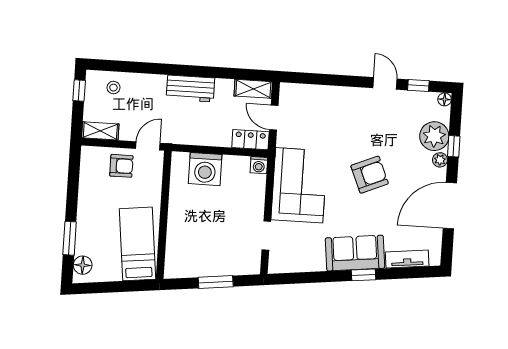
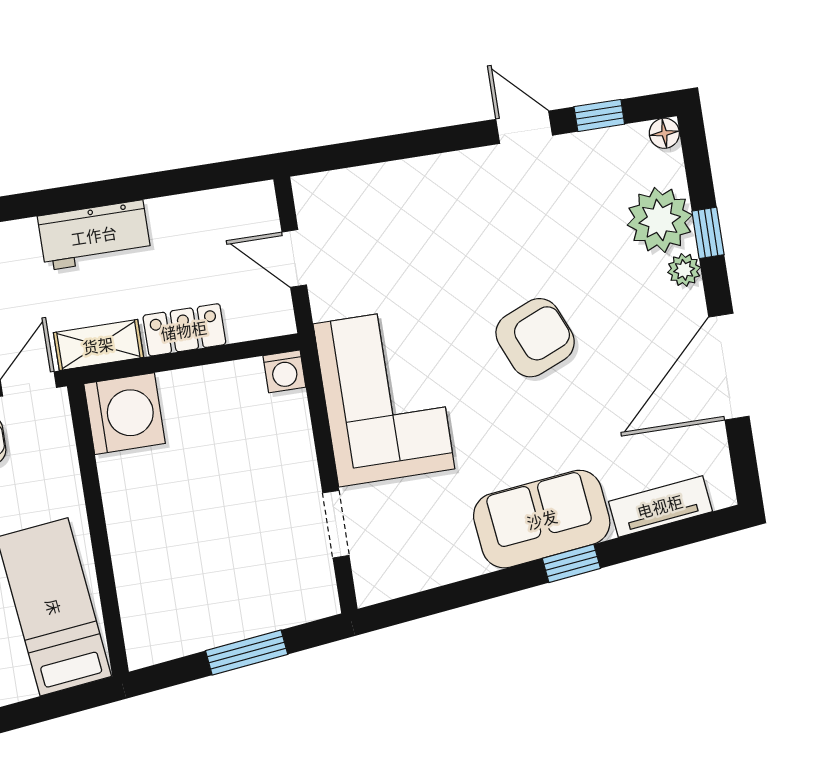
shelving: (253, 89) -> (98, 345), moved
locker: (250, 140) -> (184, 330), moved
washing machine: (205, 169) -> (125, 414), moved, turned -90

